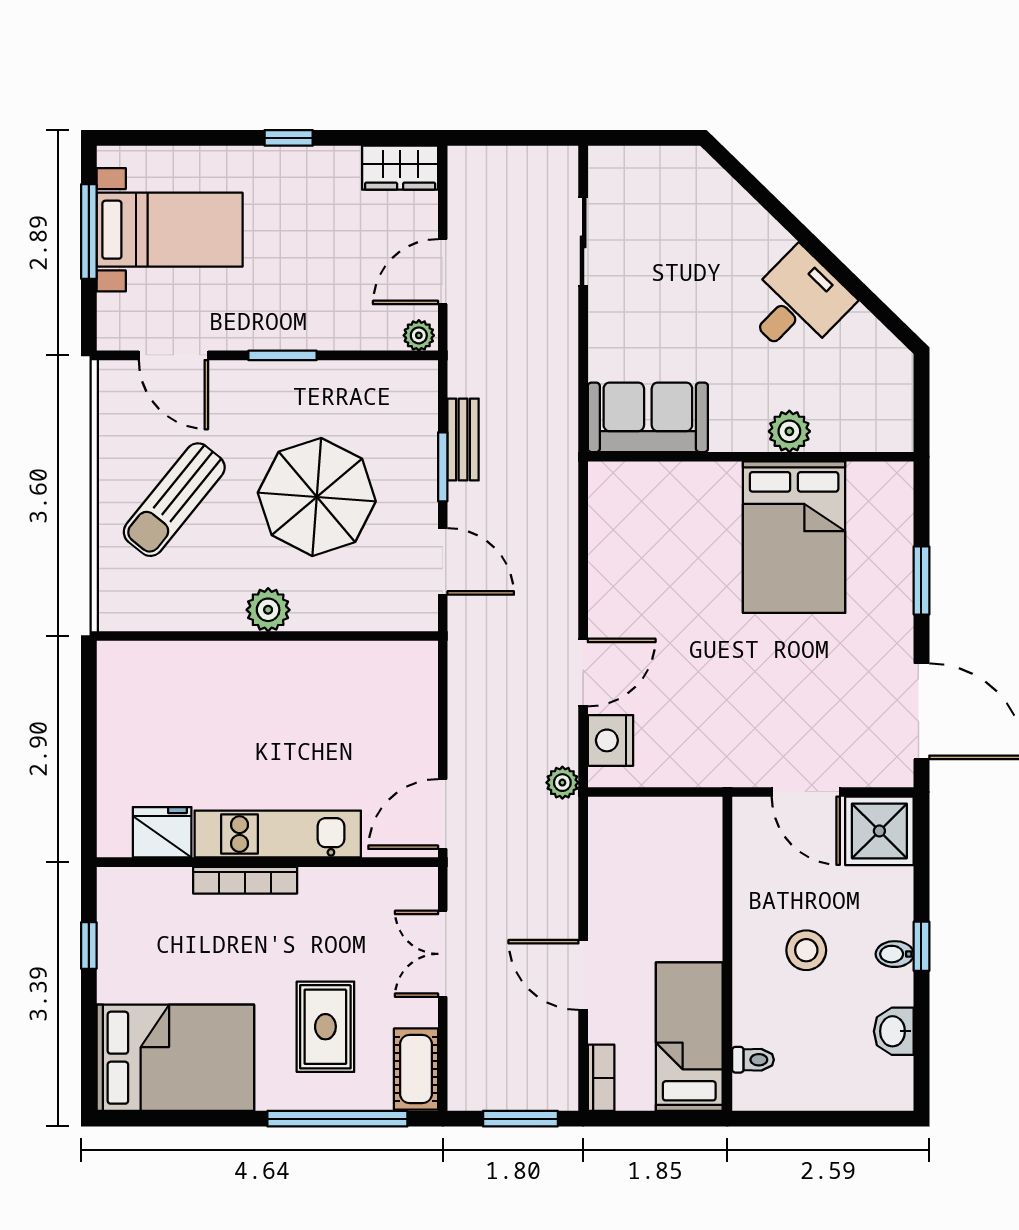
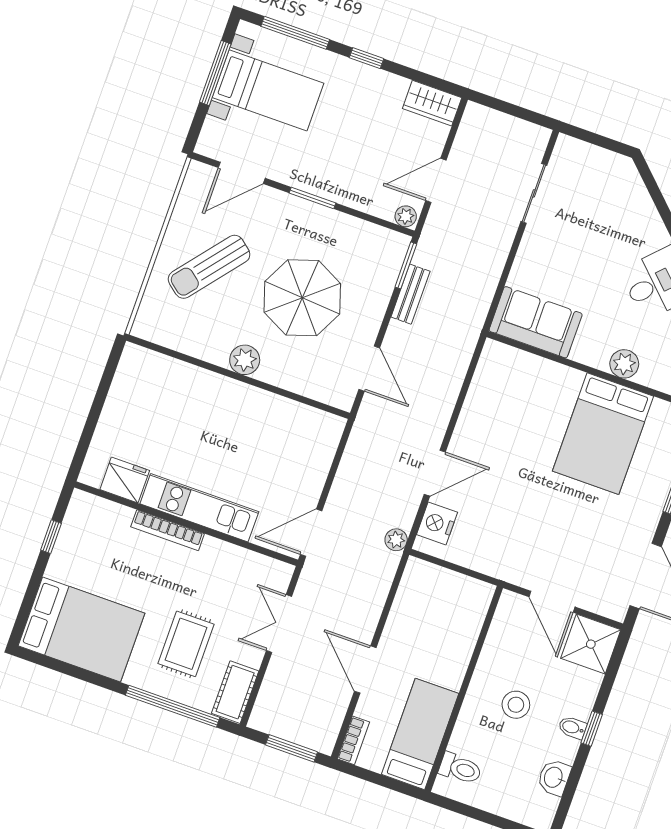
window: (179, 138) -> (295, 33), added
door: (173, 355) -> (242, 173), hinge flipped
window: (443, 467) -> (406, 265), moved
toilet: (753, 1060) -> (460, 769), width x1.37, depth x1.39

